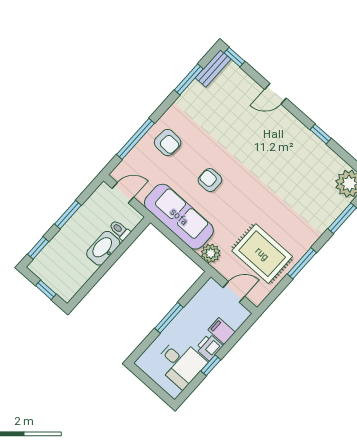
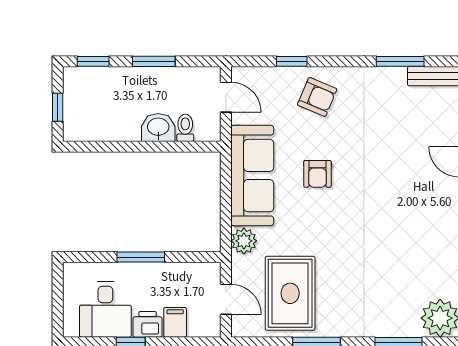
window: (136, 139) -> (292, 61), width x0.46
armchair: (168, 142) -> (317, 97), turned -70
armchair: (210, 180) -> (317, 174), turned 180
washbasin: (103, 248) -> (158, 128), width x0.72

